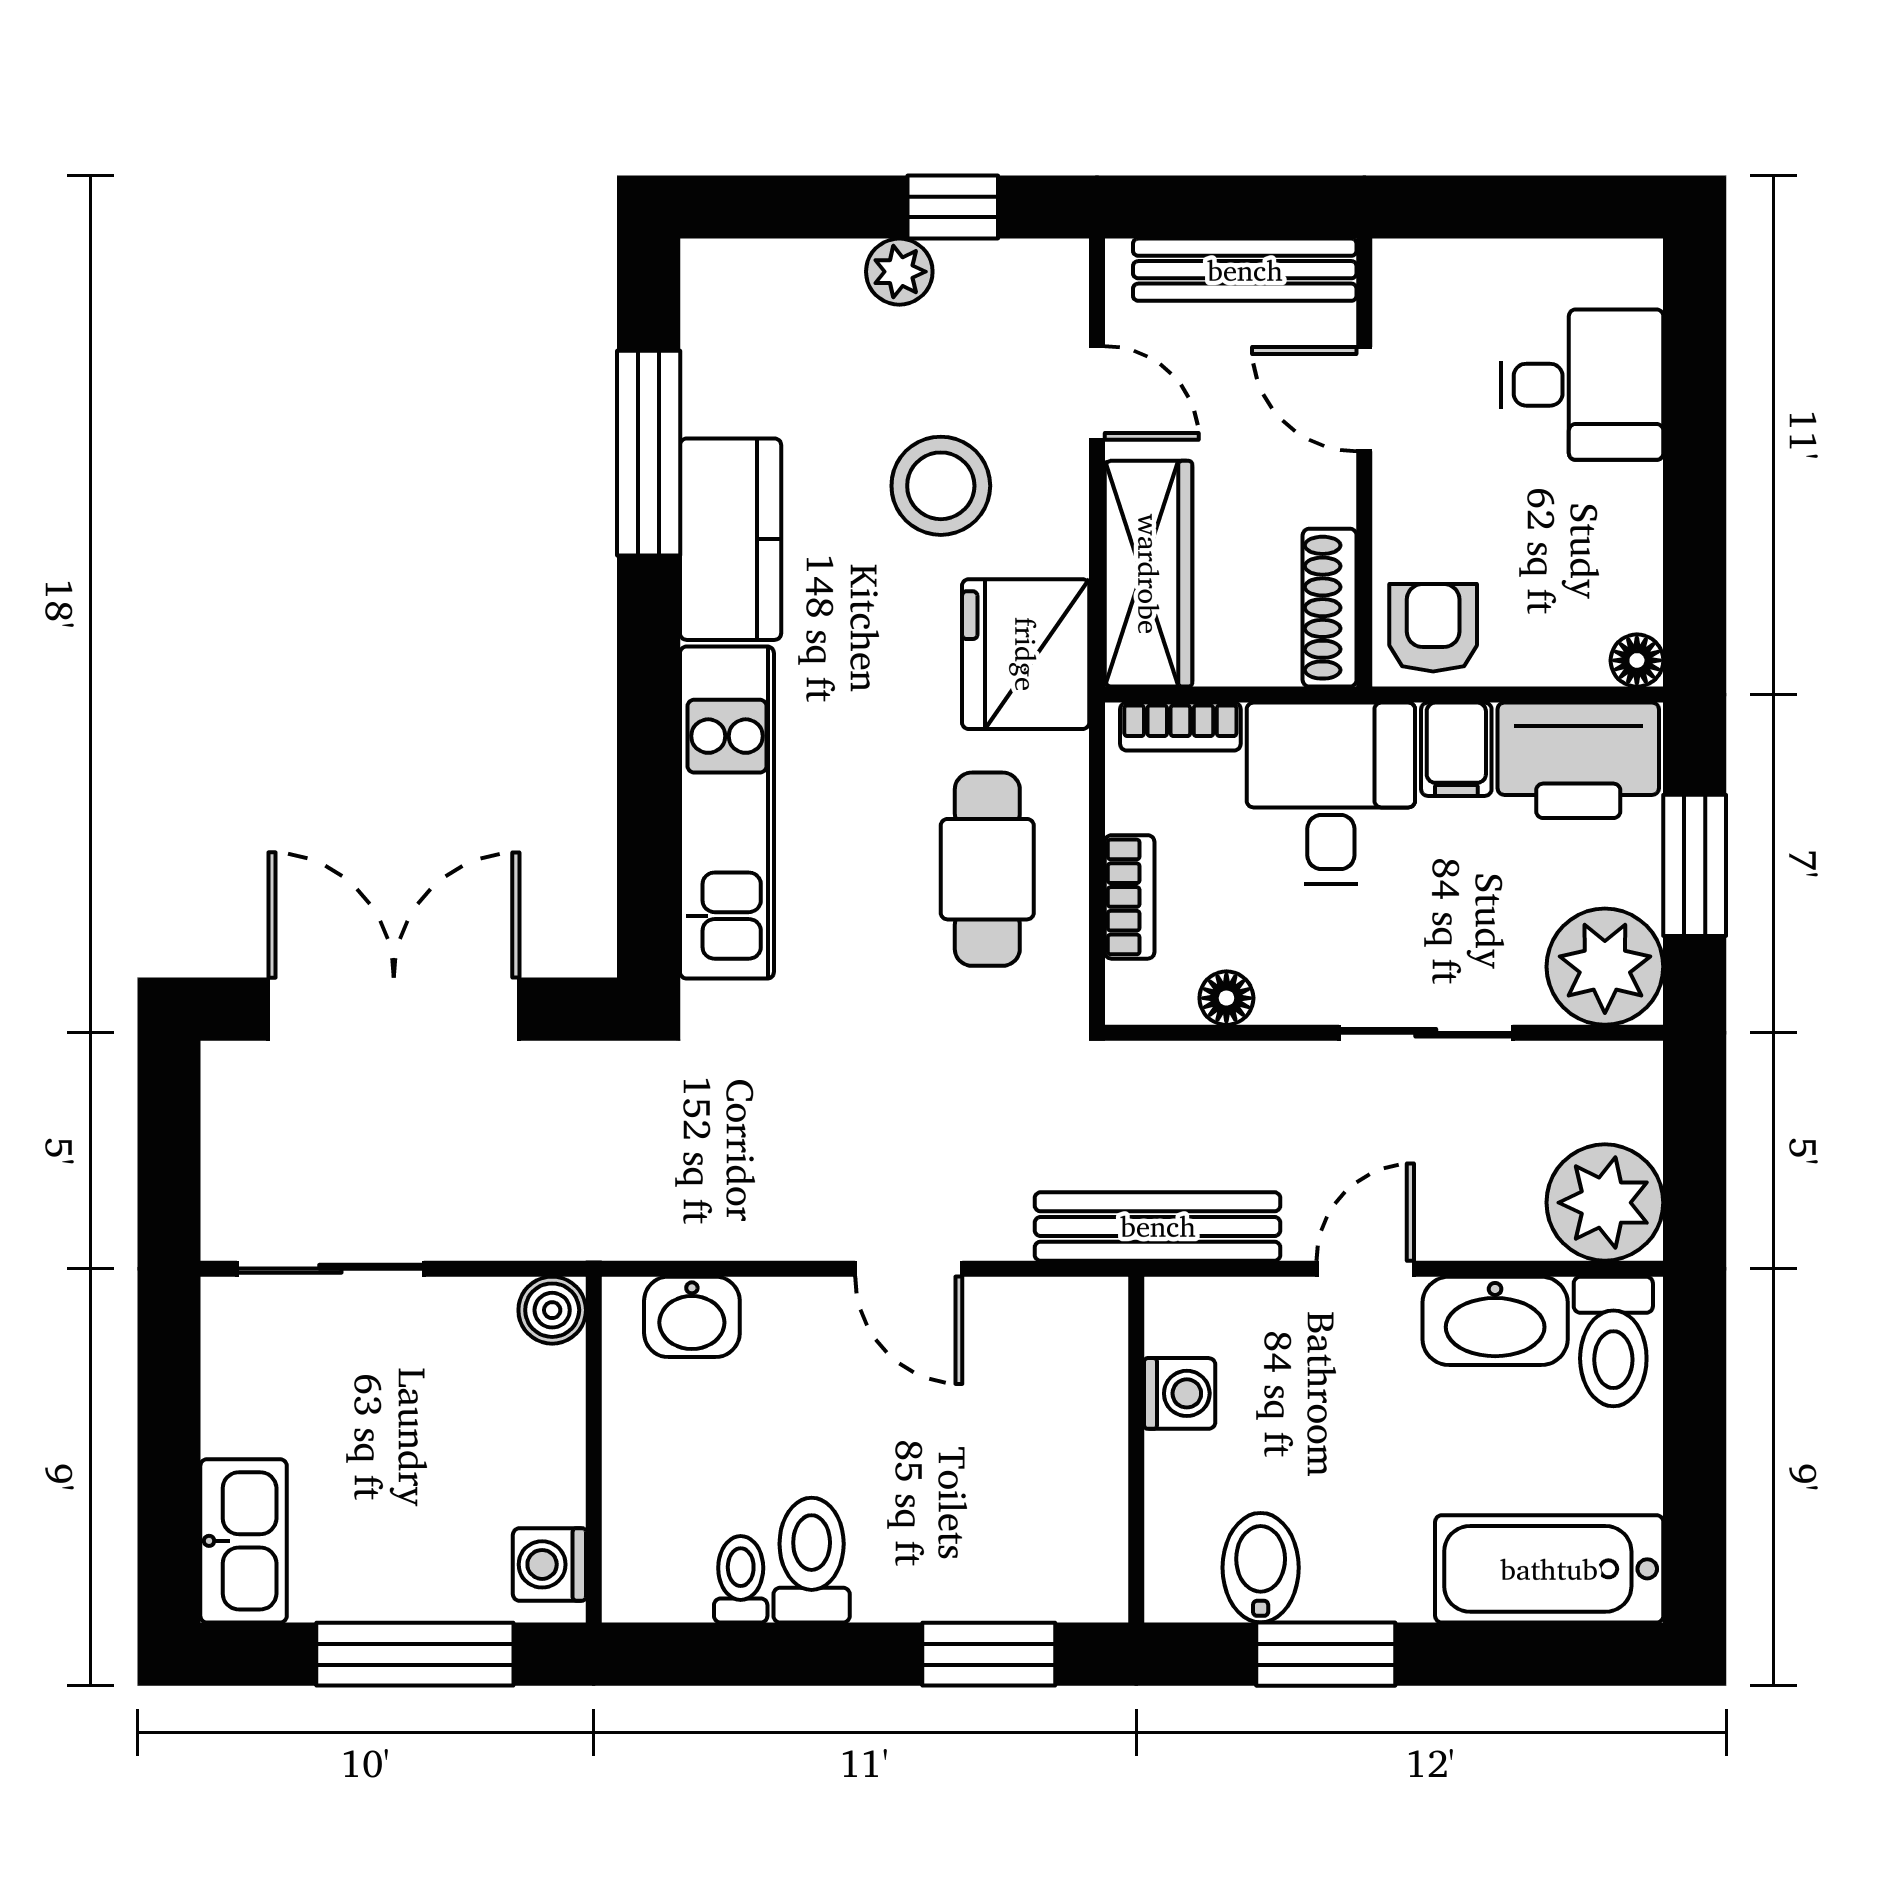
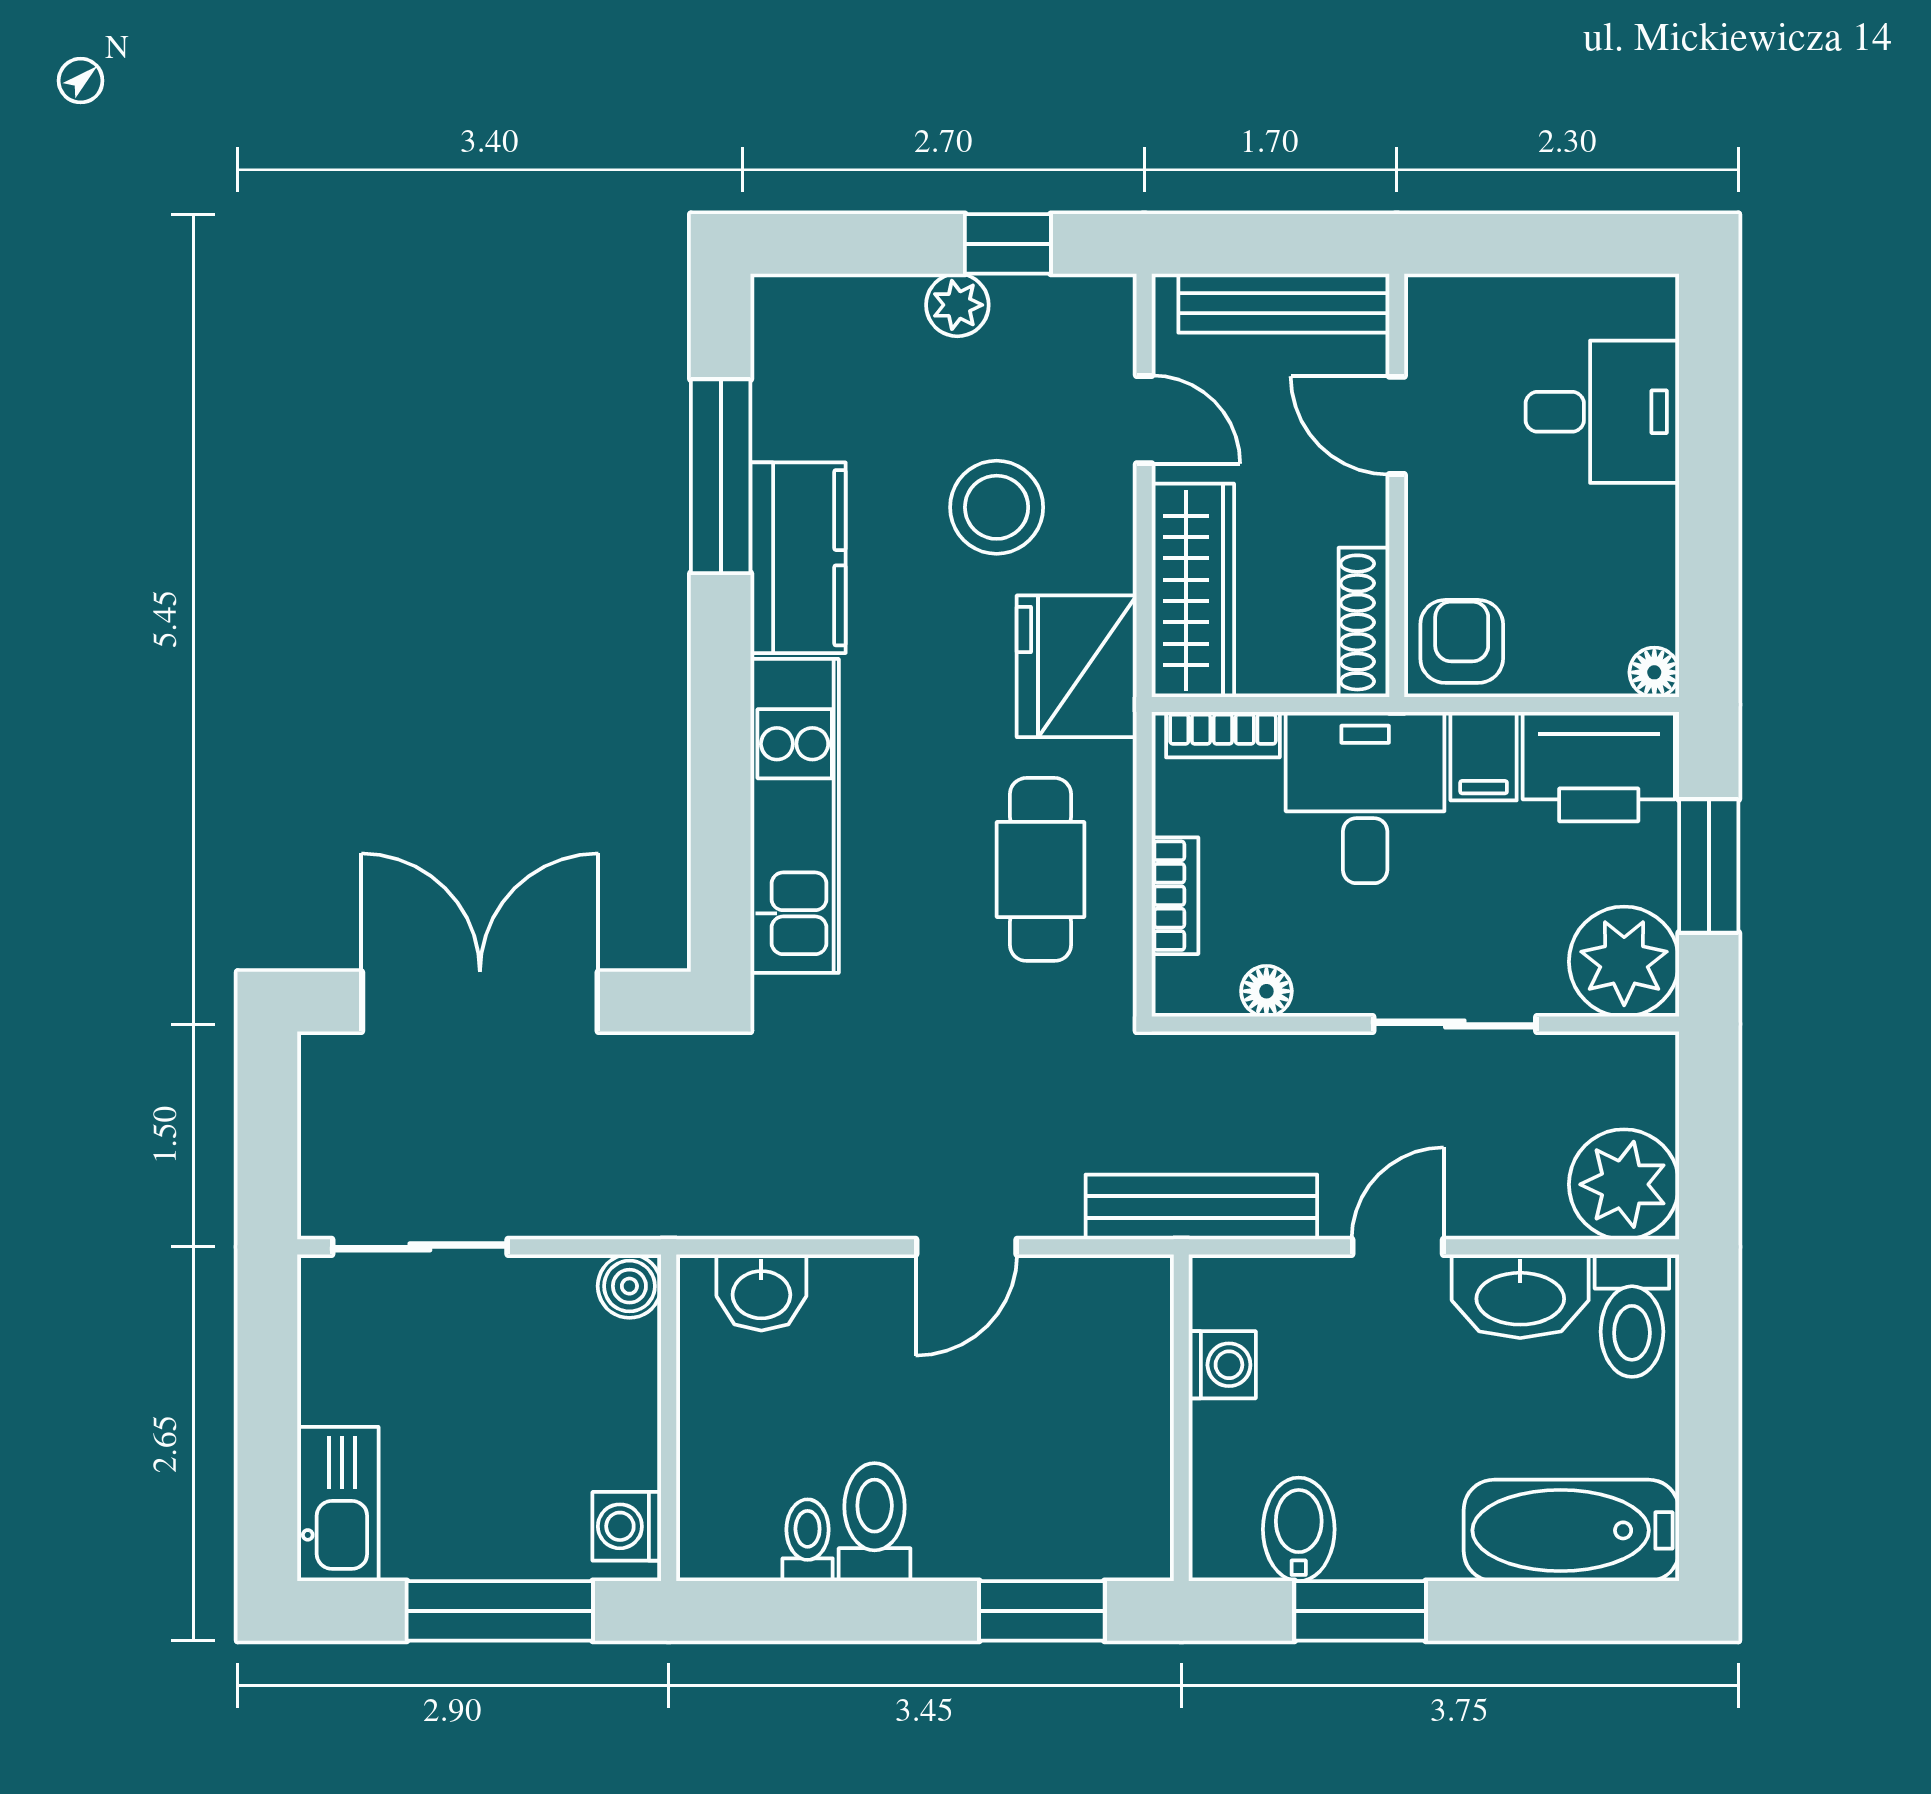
door: (909, 1269) -> (966, 1247), hinge flipped

